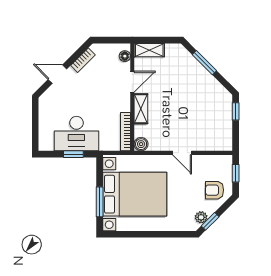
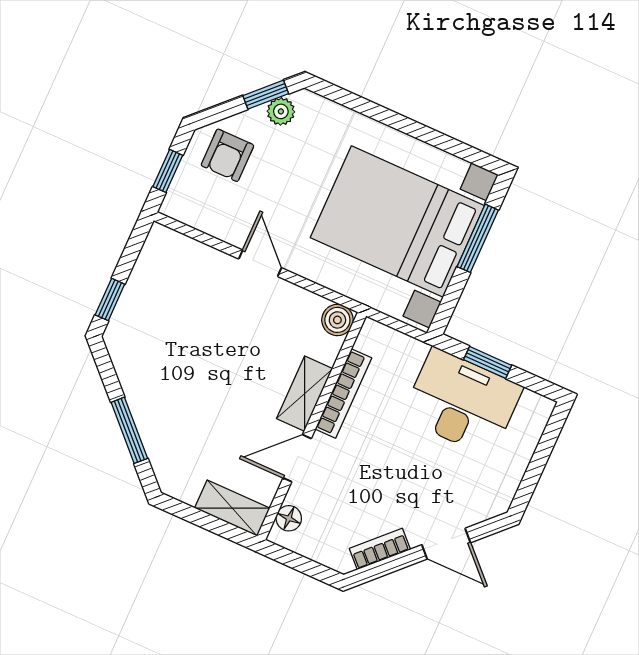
bookcase: (125, 132) -> (343, 393), moved
armchair: (215, 190) -> (227, 155), turned 90

